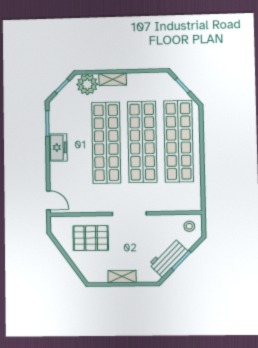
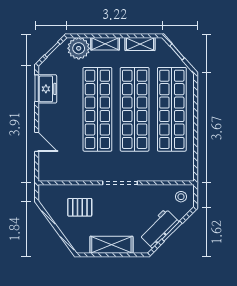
shelving: (146, 79) -> (140, 44), added
freezer: (58, 147) -> (47, 89), moved
door: (48, 200) -> (37, 142), moved
pallet: (91, 238) -> (80, 207), width x0.67, depth x0.71
shelving: (122, 277) -> (111, 245), width x1.50, depth x1.33

